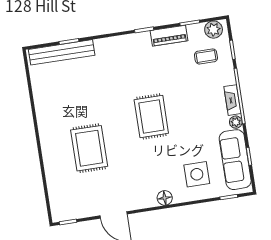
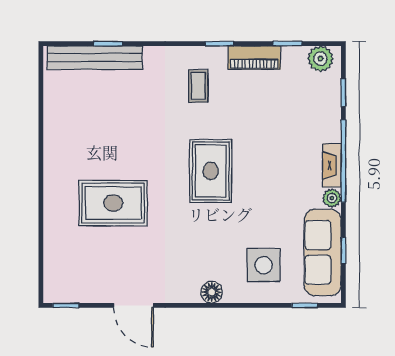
coffee table: (206, 56) -> (198, 86), moved, turned 90
rug: (89, 148) -> (113, 203), turned 90

